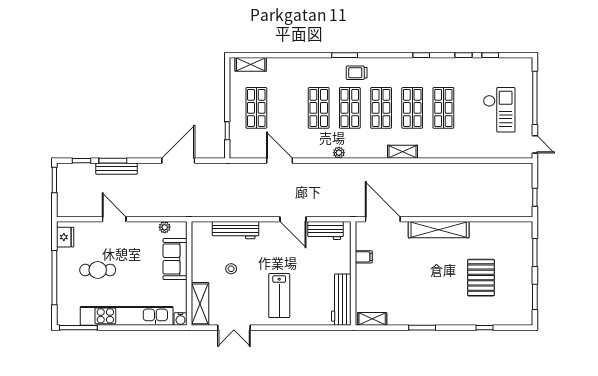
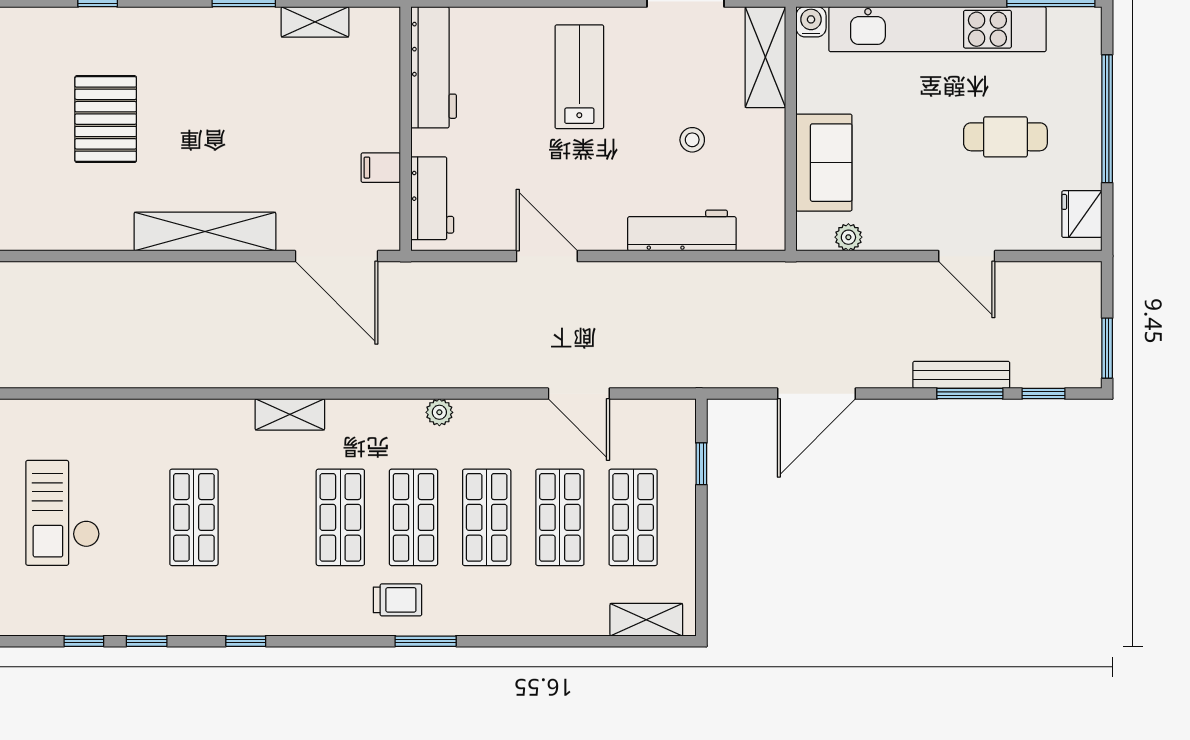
shop shelf: (412, 108) -> (560, 517), moved
workbench: (326, 231) -> (432, 198), moved, turned 90
shelving: (372, 319) -> (315, 22), moved

